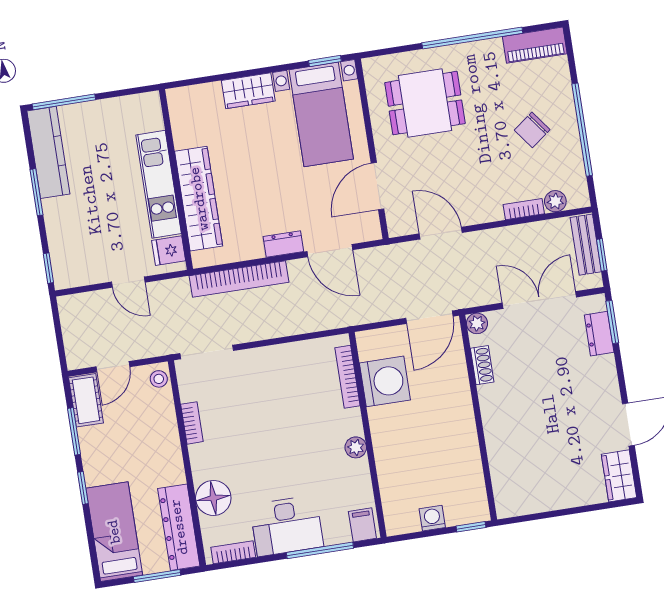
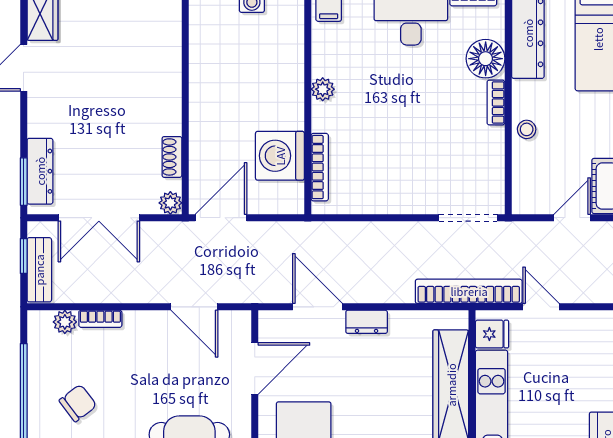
bookcase: (239, 279) -> (469, 291), moved
dresser: (599, 334) -> (40, 171), width x1.44
stool: (159, 379) -> (527, 129), moved
bookcase: (192, 423) -> (496, 103), moved

